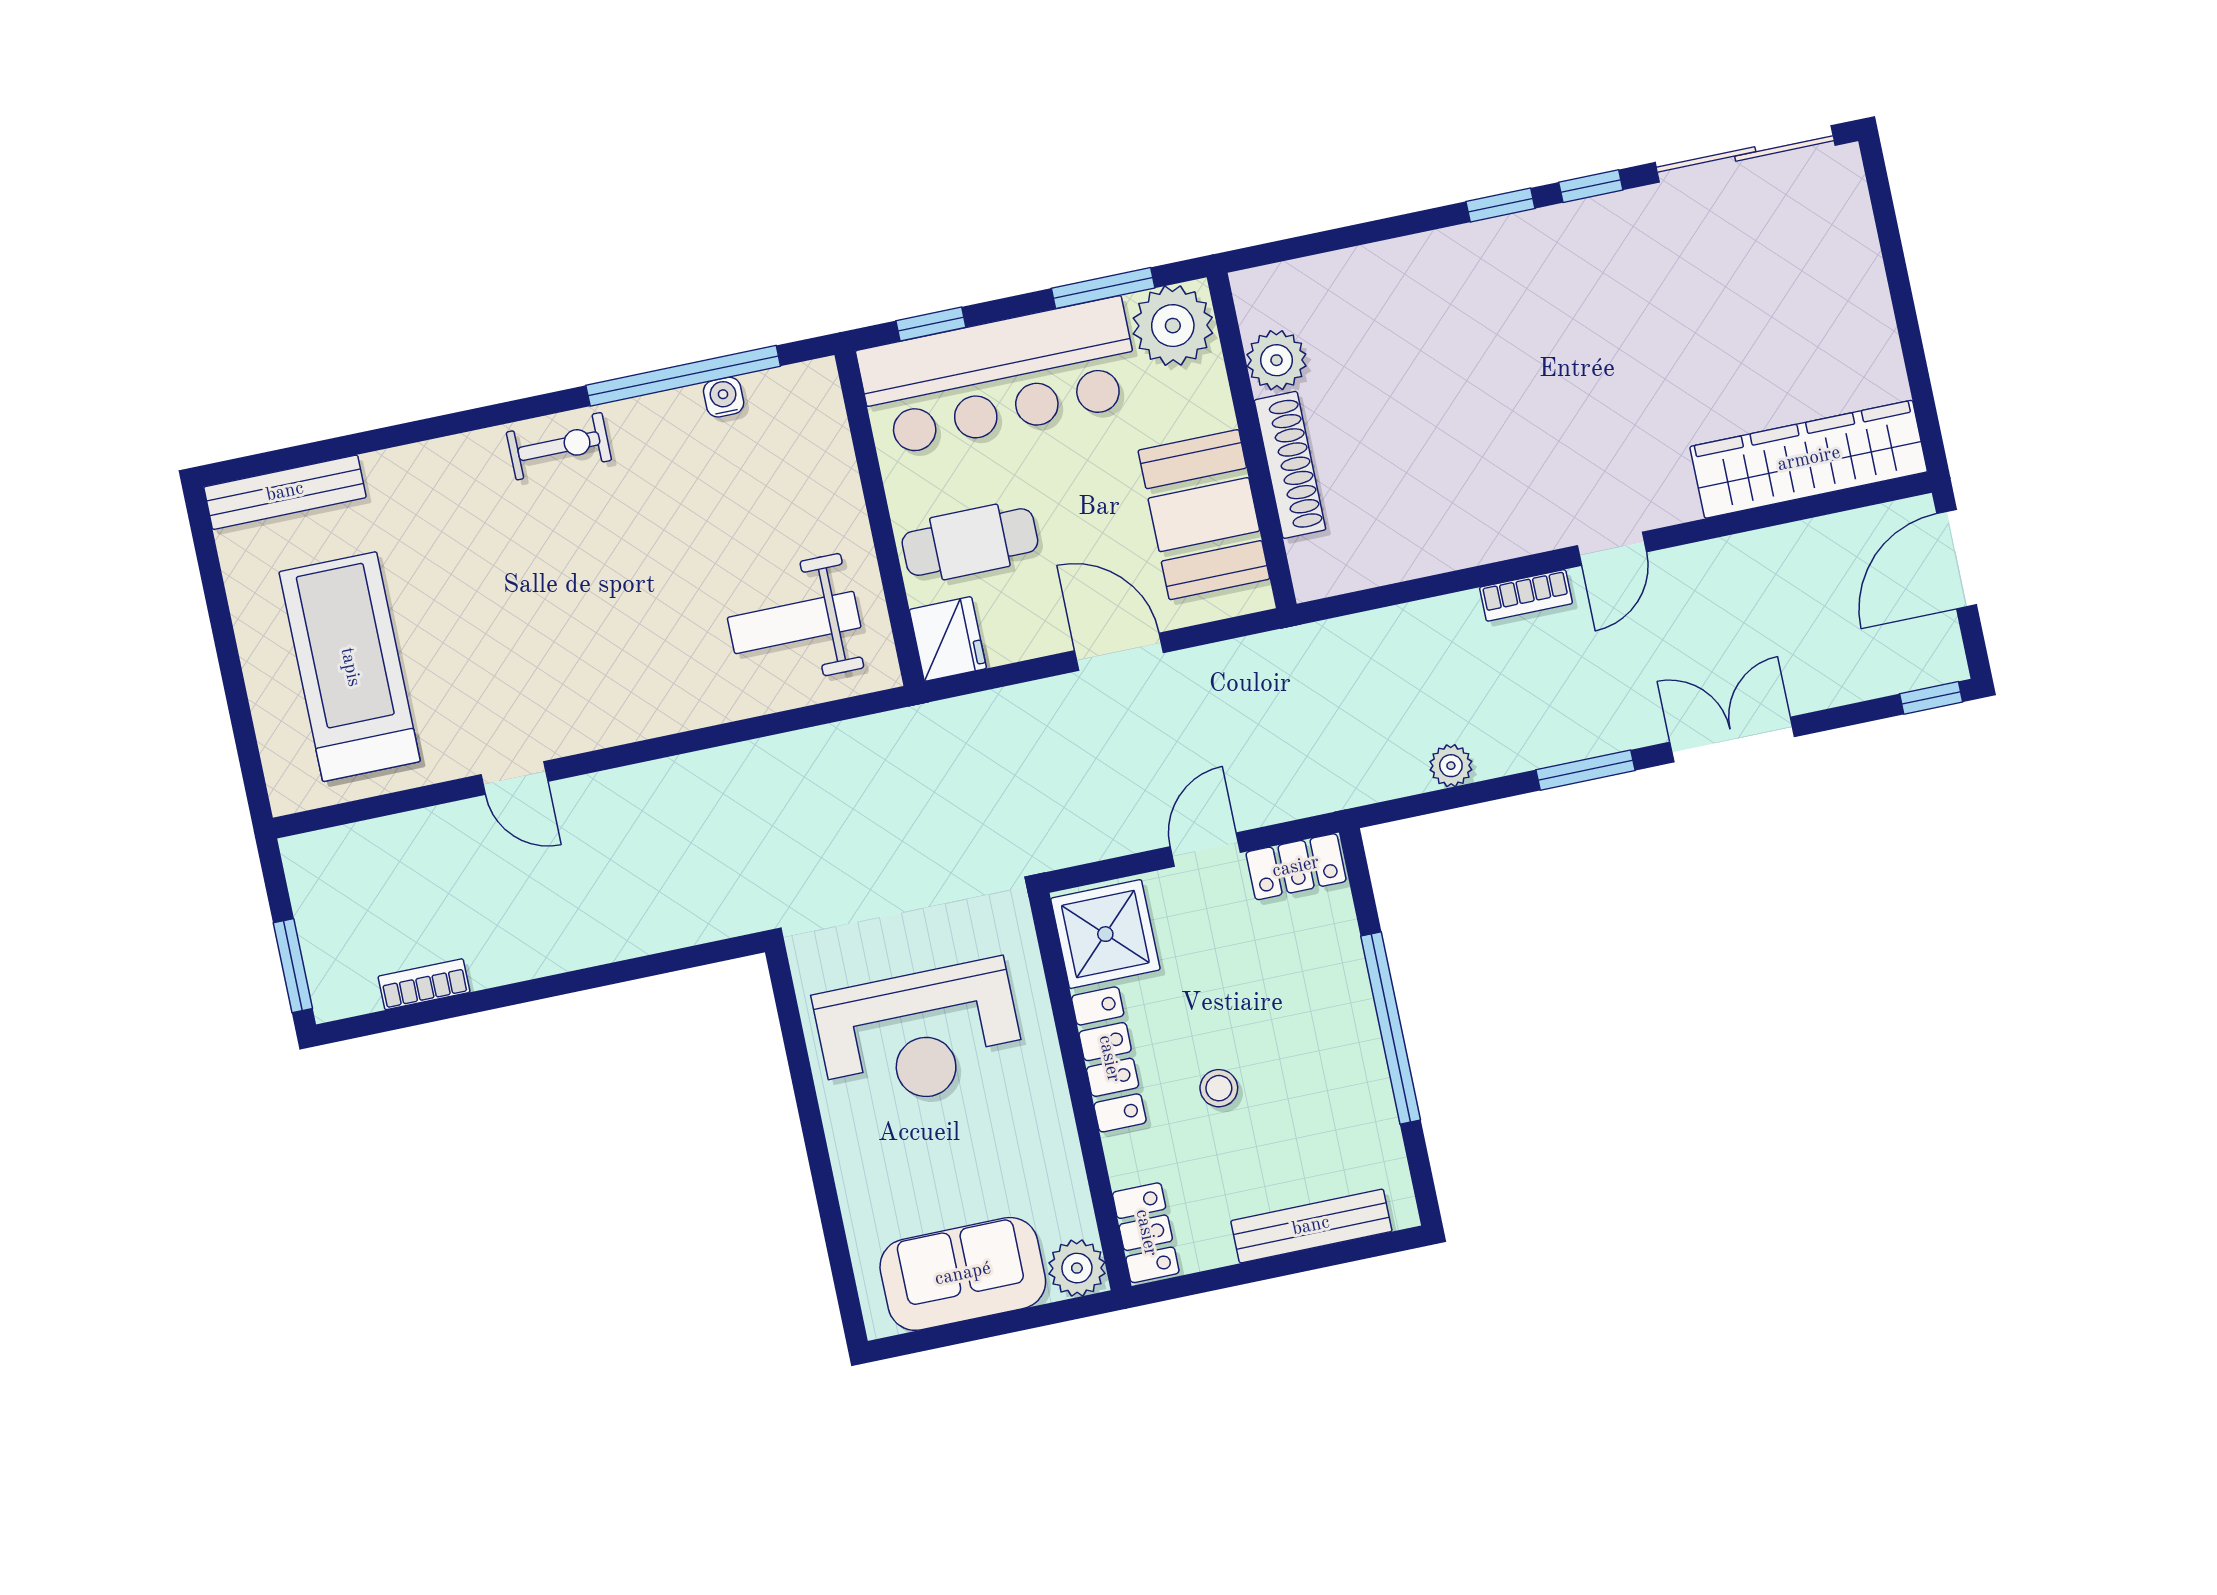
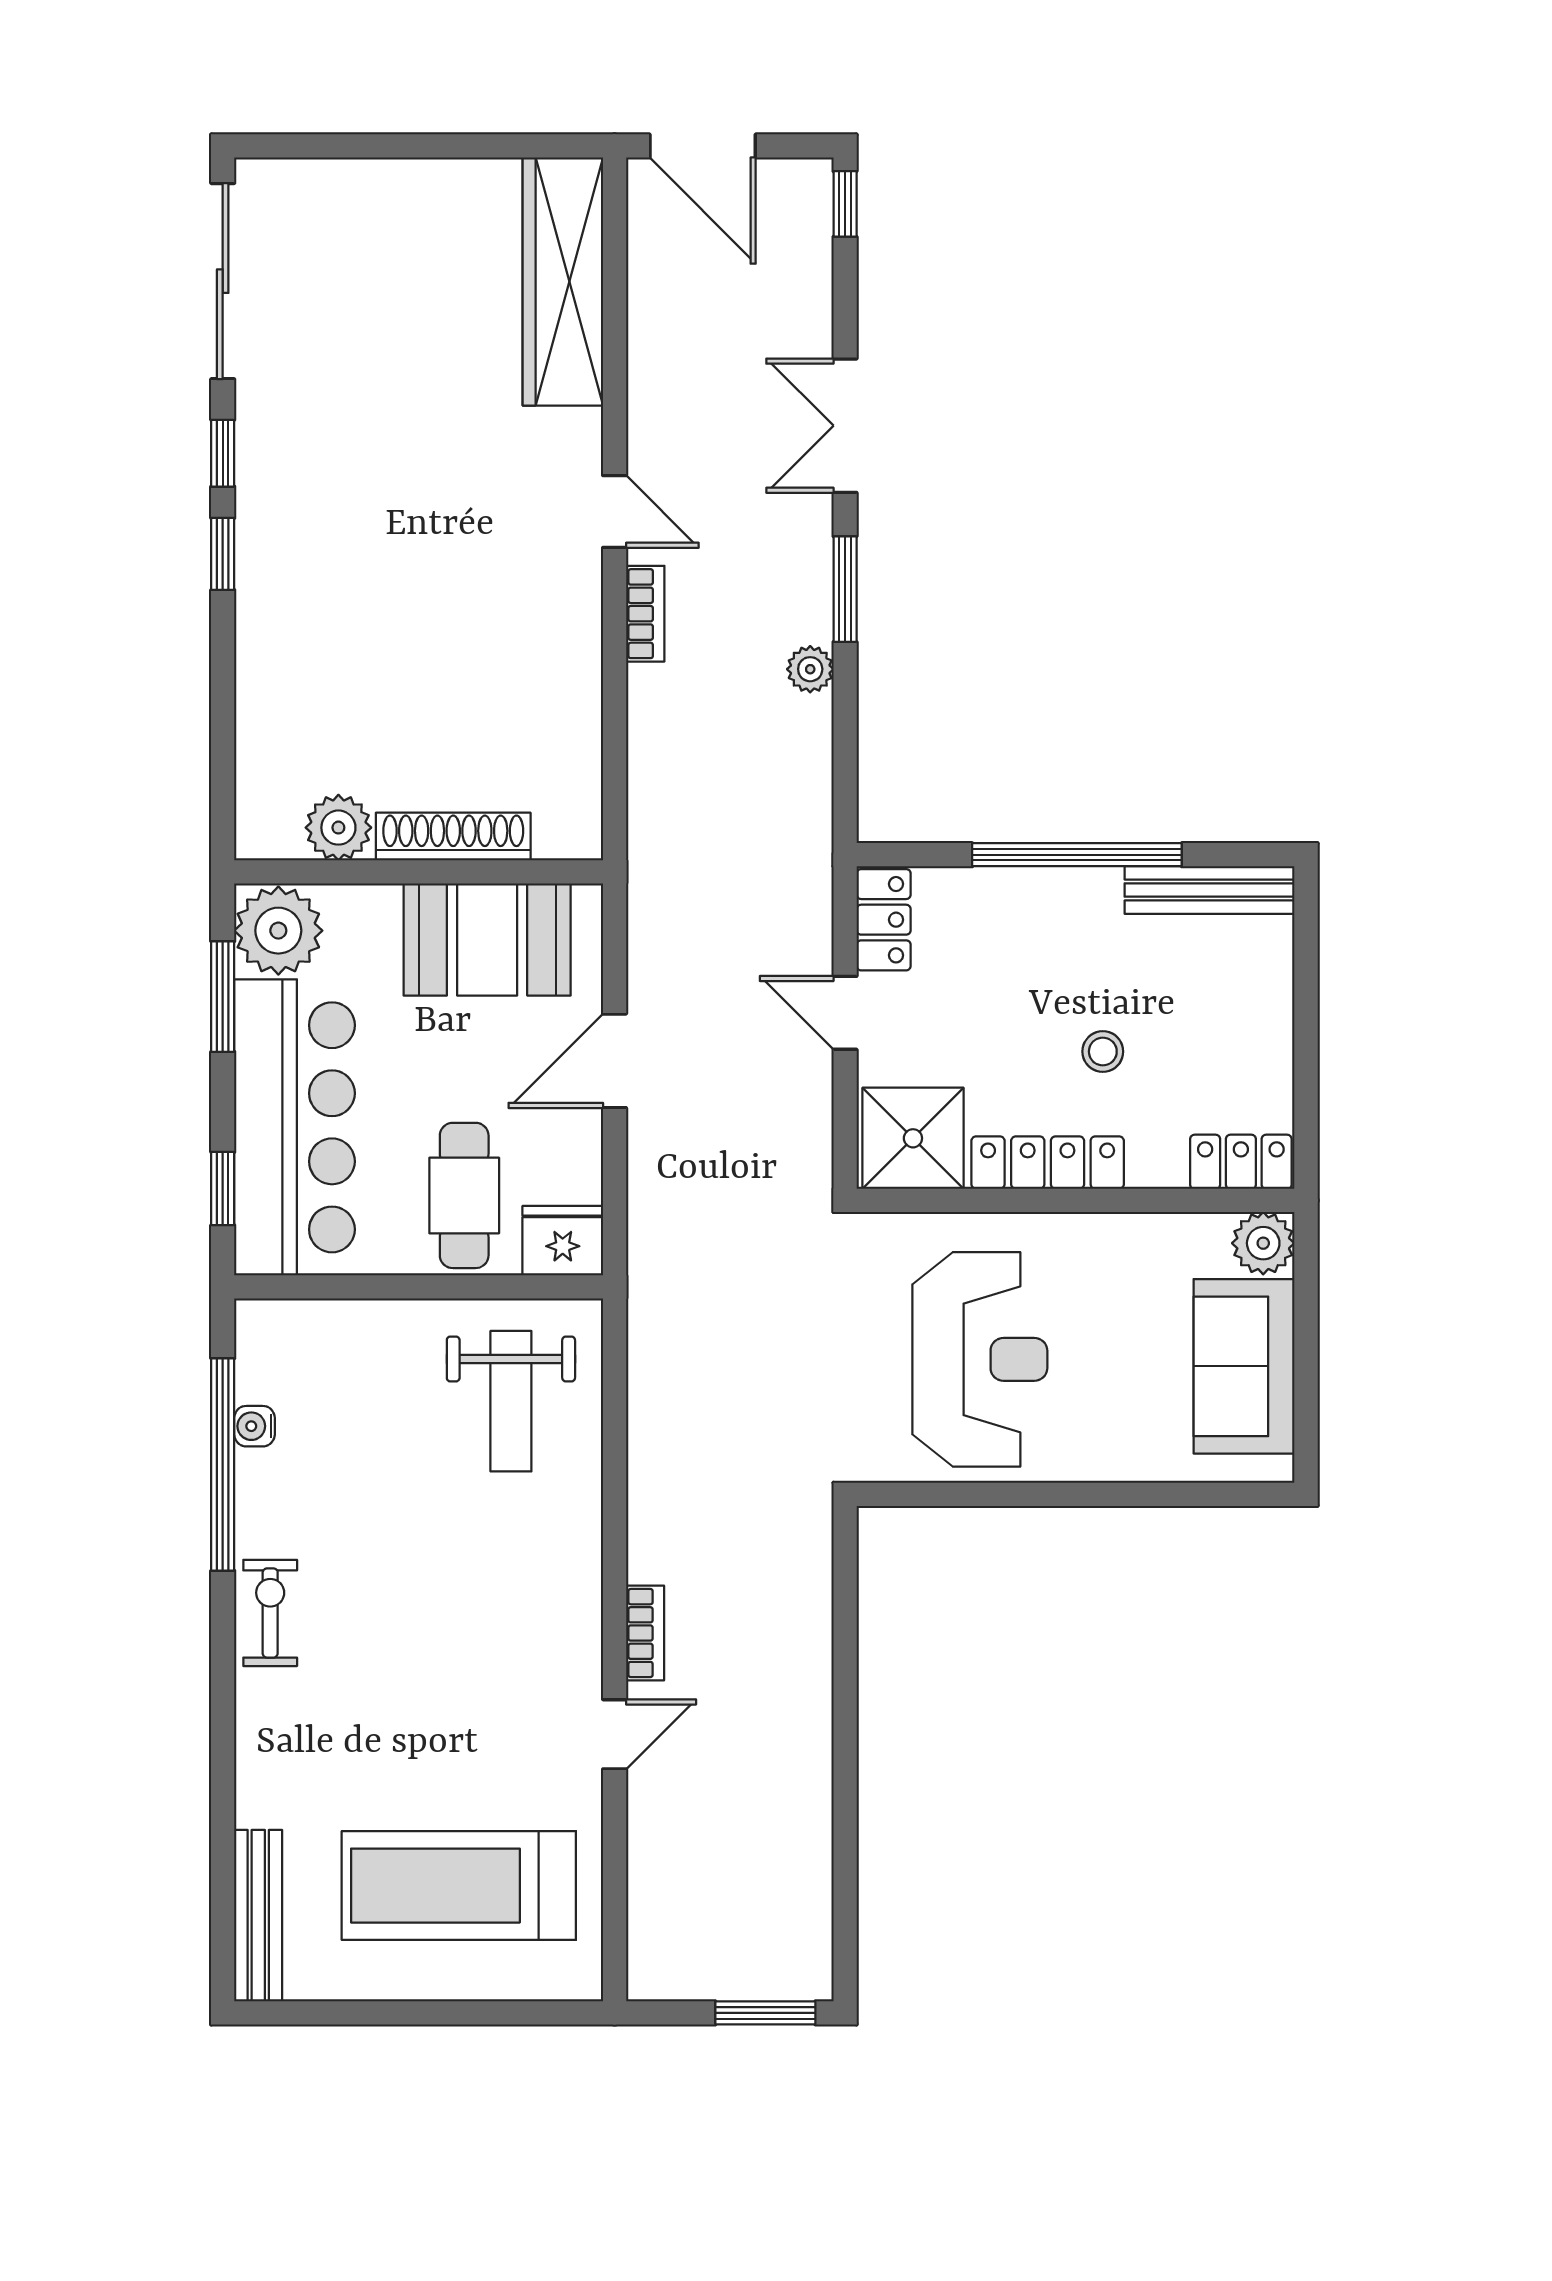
plant: (1451, 766) -> (810, 669), moved
bookcase: (424, 984) -> (645, 1633), moved, turned 180
bench: (1311, 1226) -> (1209, 890), moved, turned 90

